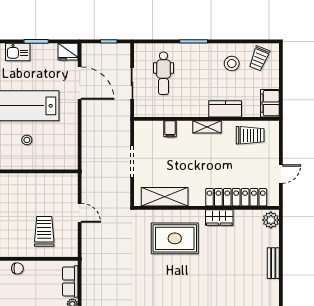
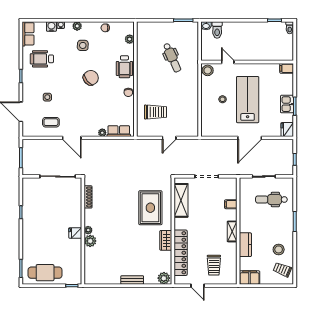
kitchen sink: (18, 52) -> (287, 104), moved
door: (80, 83) -> (250, 138), moved
trolley: (250, 135) -> (214, 265), moved

